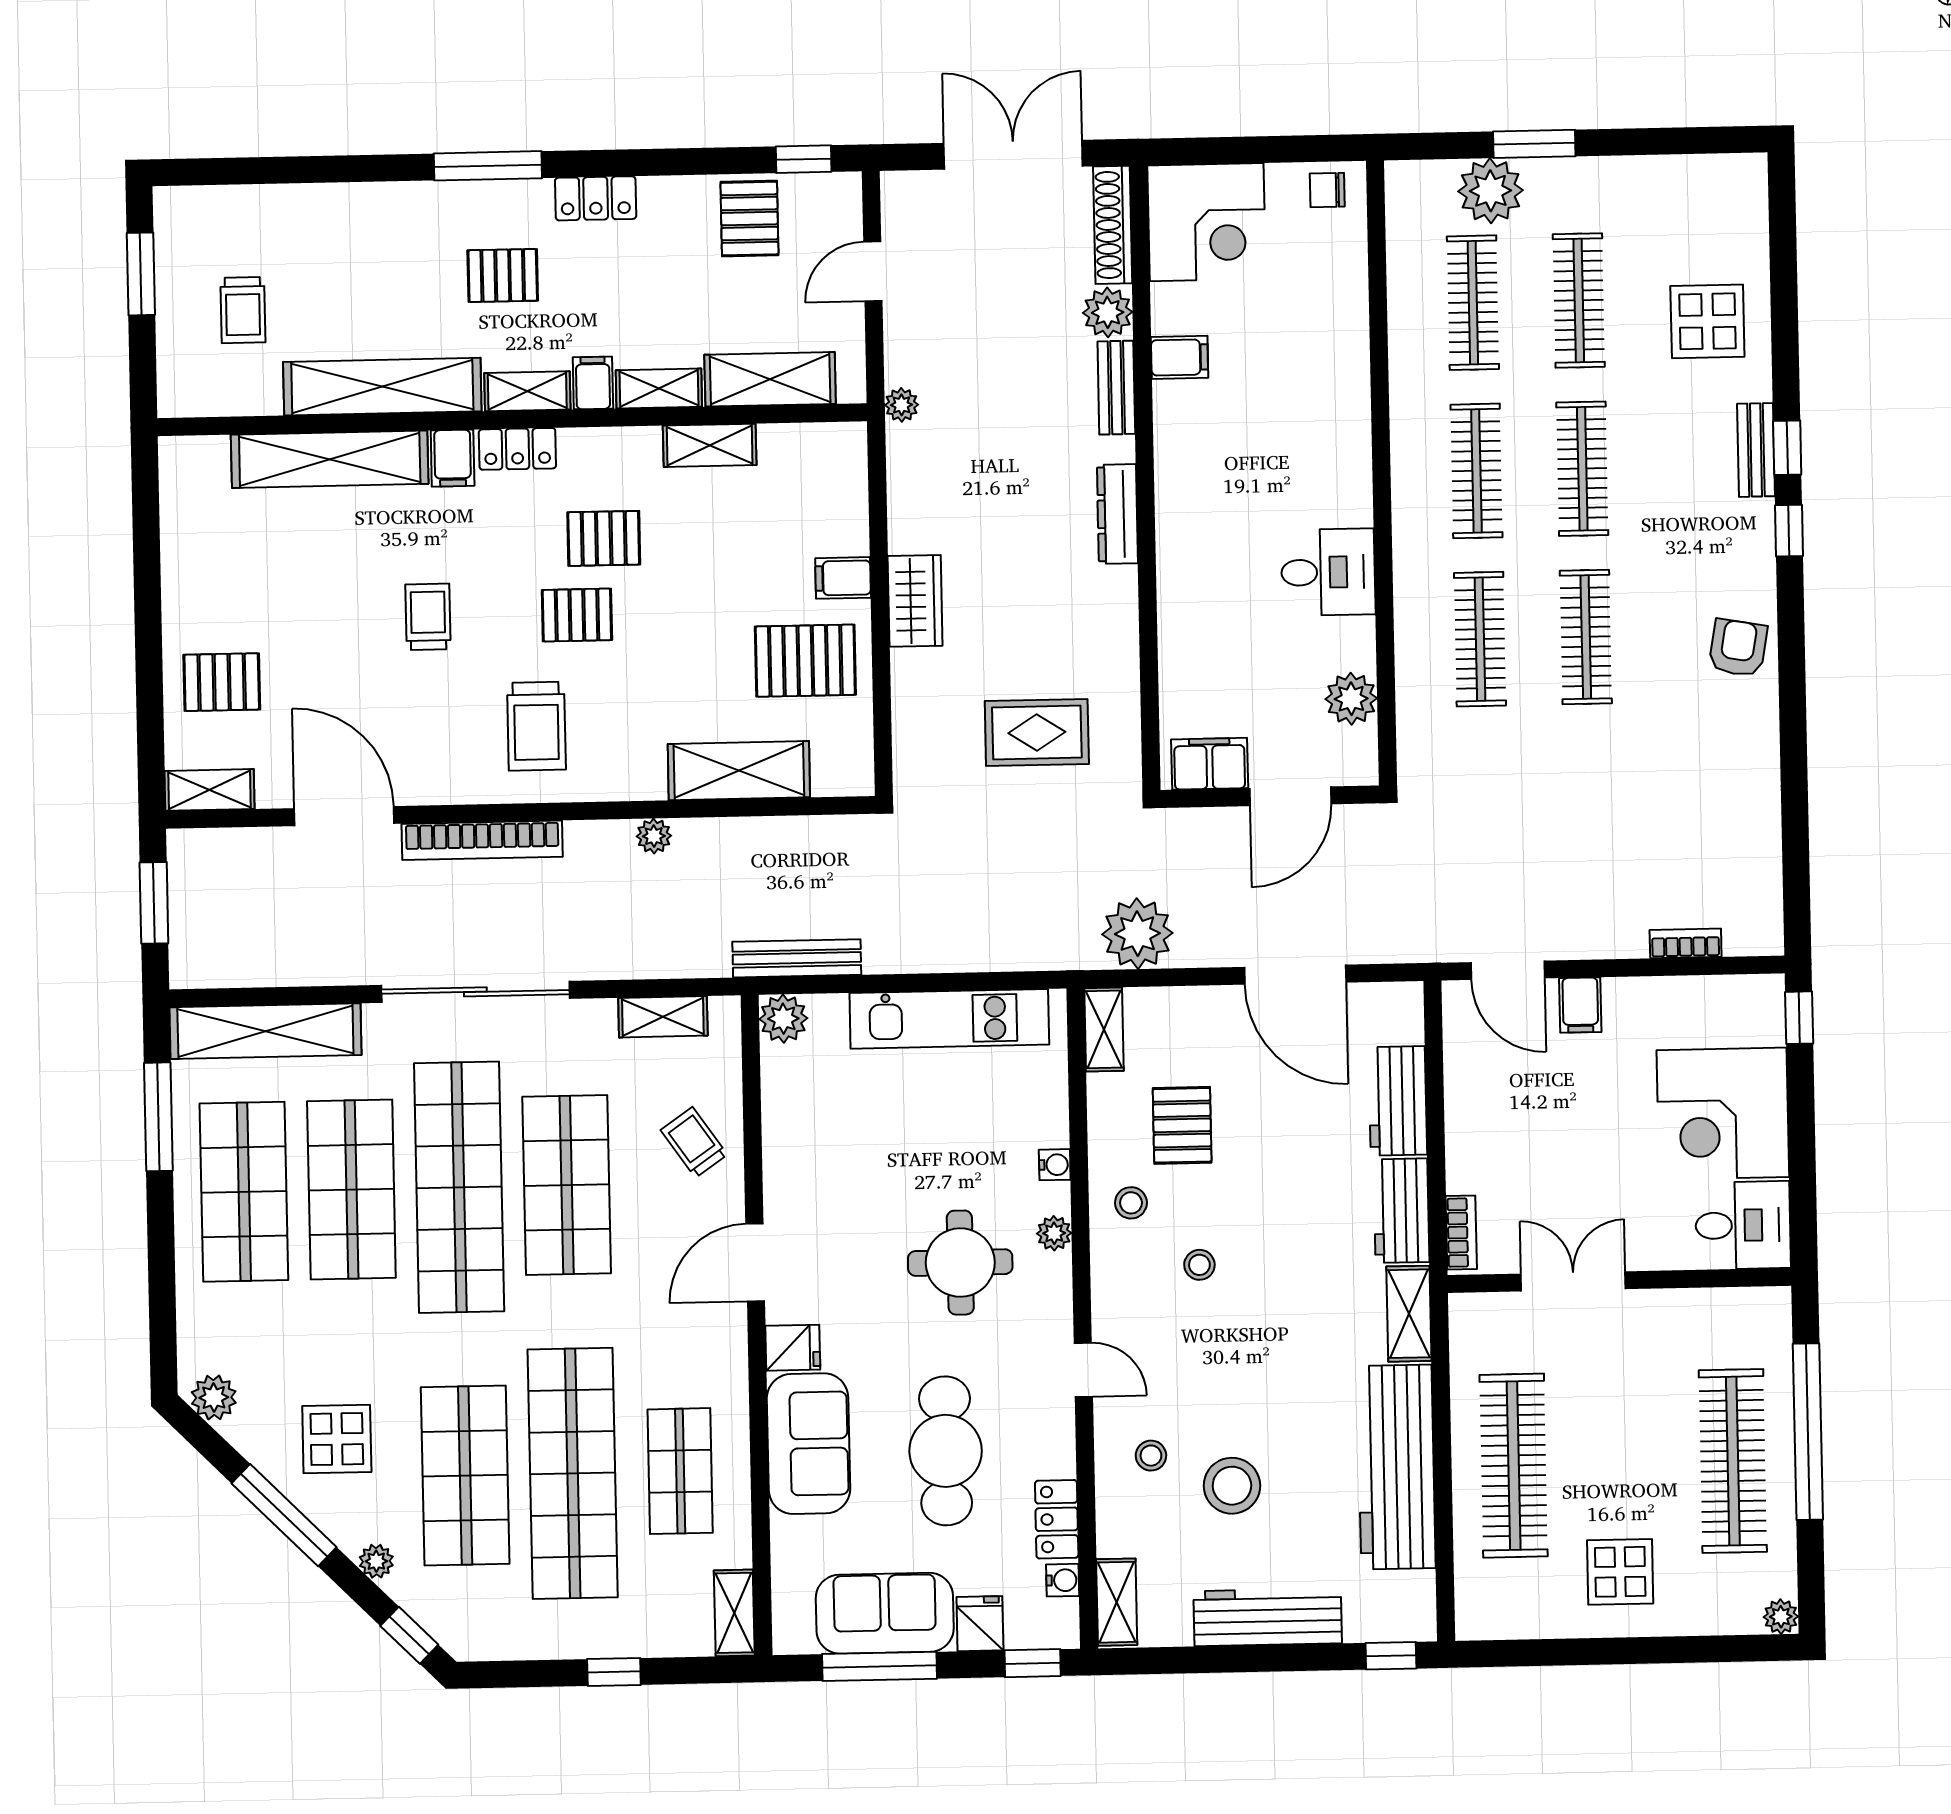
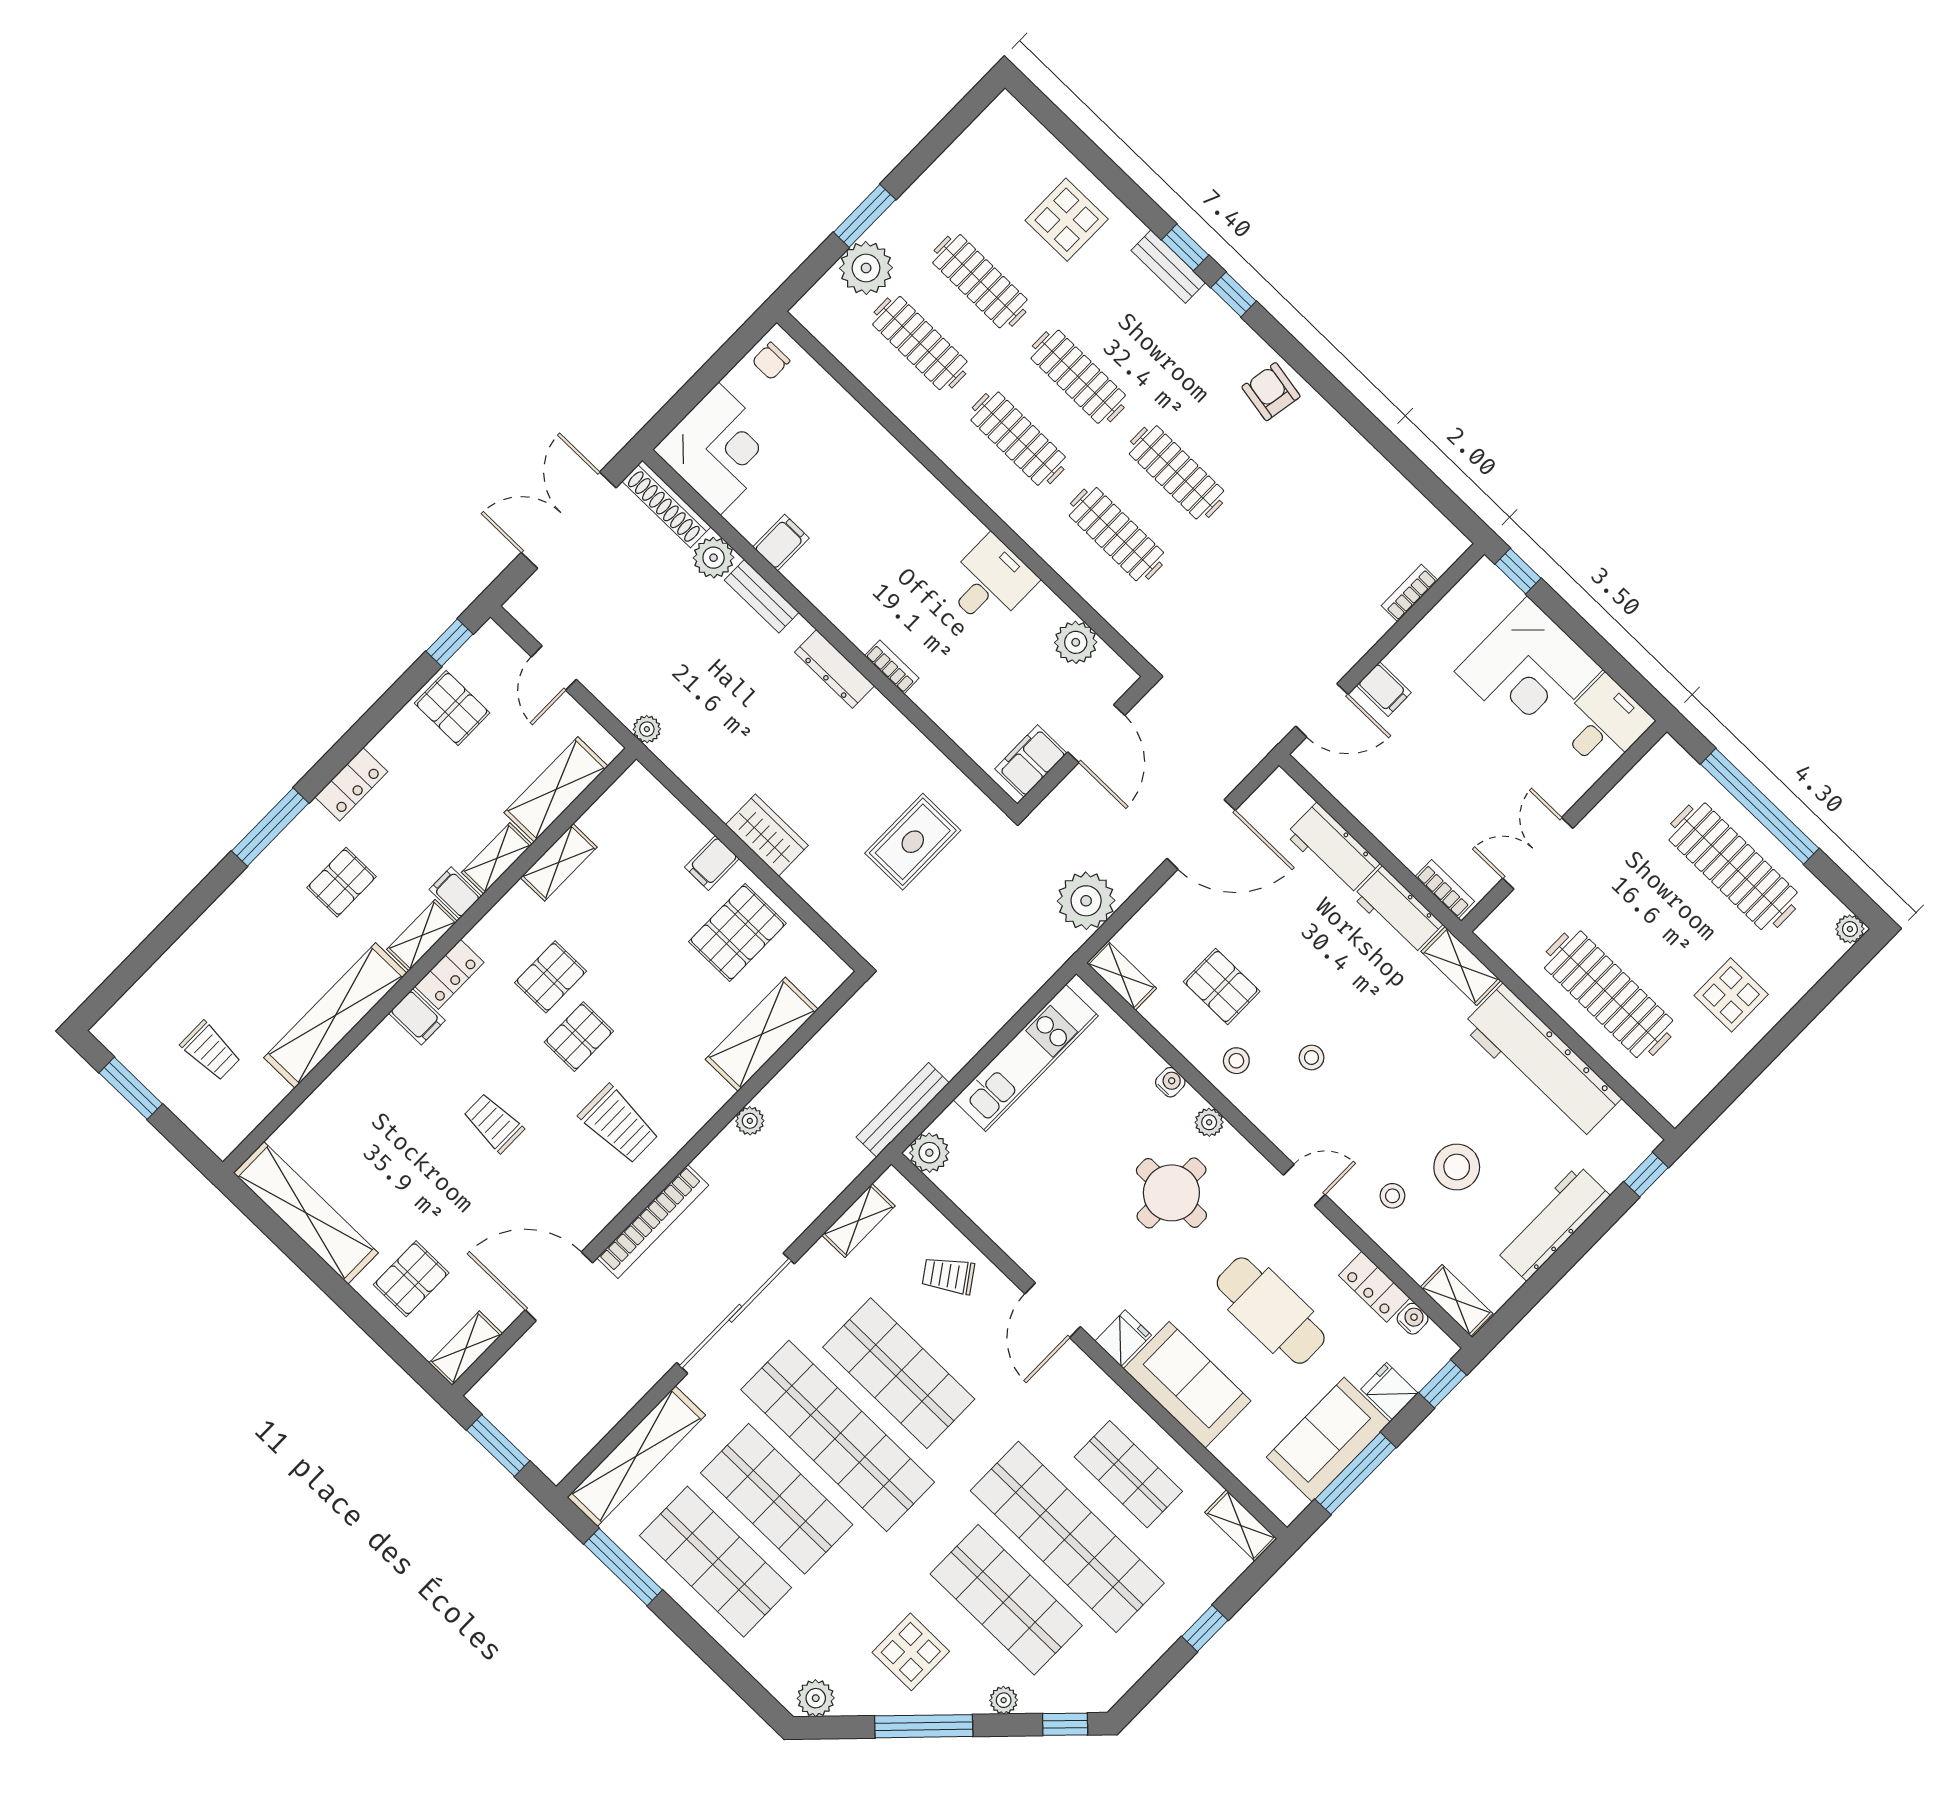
shelving: (330, 459) -> (306, 1213), moved, turned 90
bookcase: (1169, 562) -> (892, 667), added

